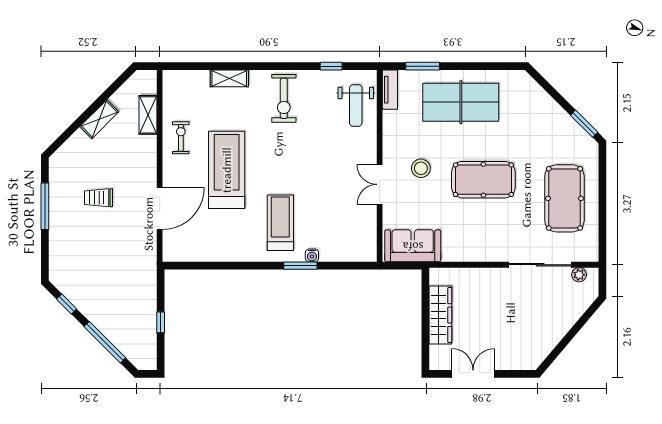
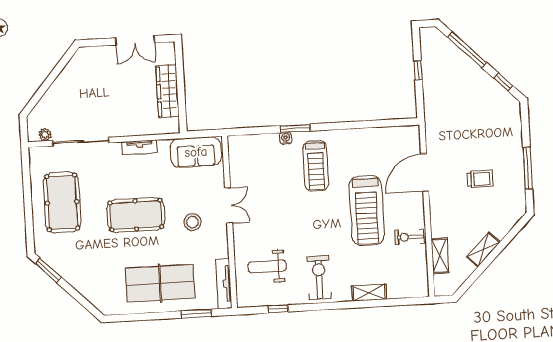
tv unit: (390, 90) -> (224, 284), width x1.41
weight bench: (356, 106) -> (267, 267), moved, turned -90
exercise bike: (181, 138) -> (409, 237), turned 90
tv unit: (475, 255) -> (140, 147), added

